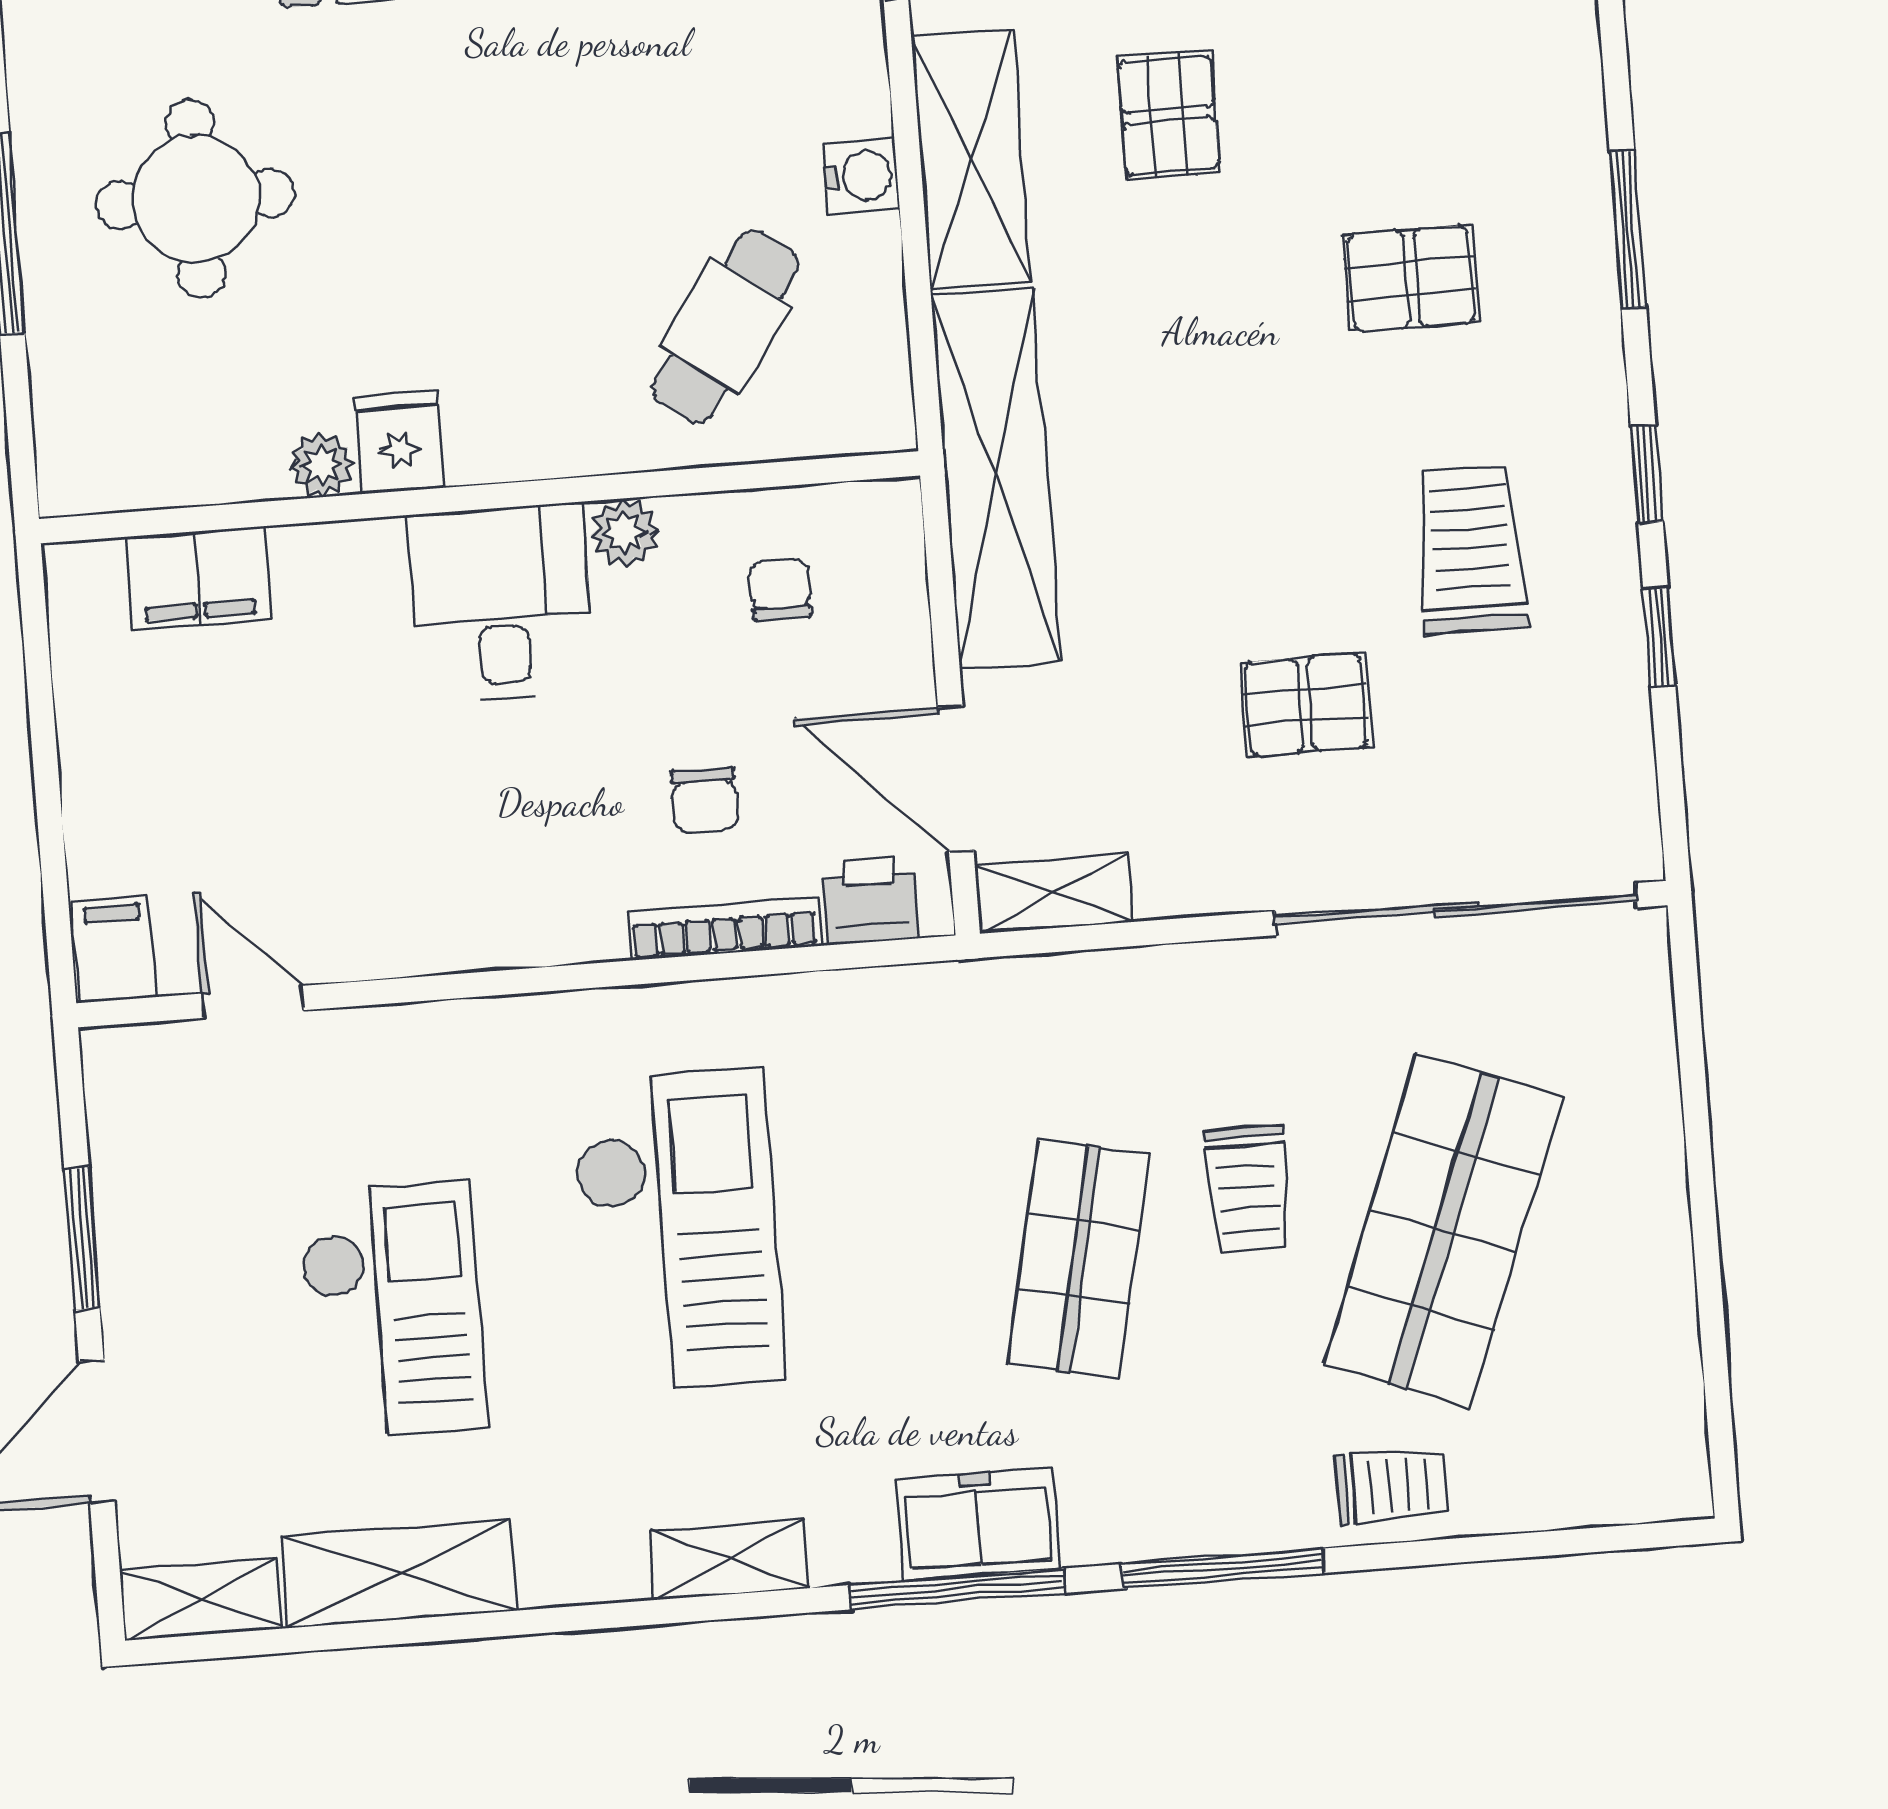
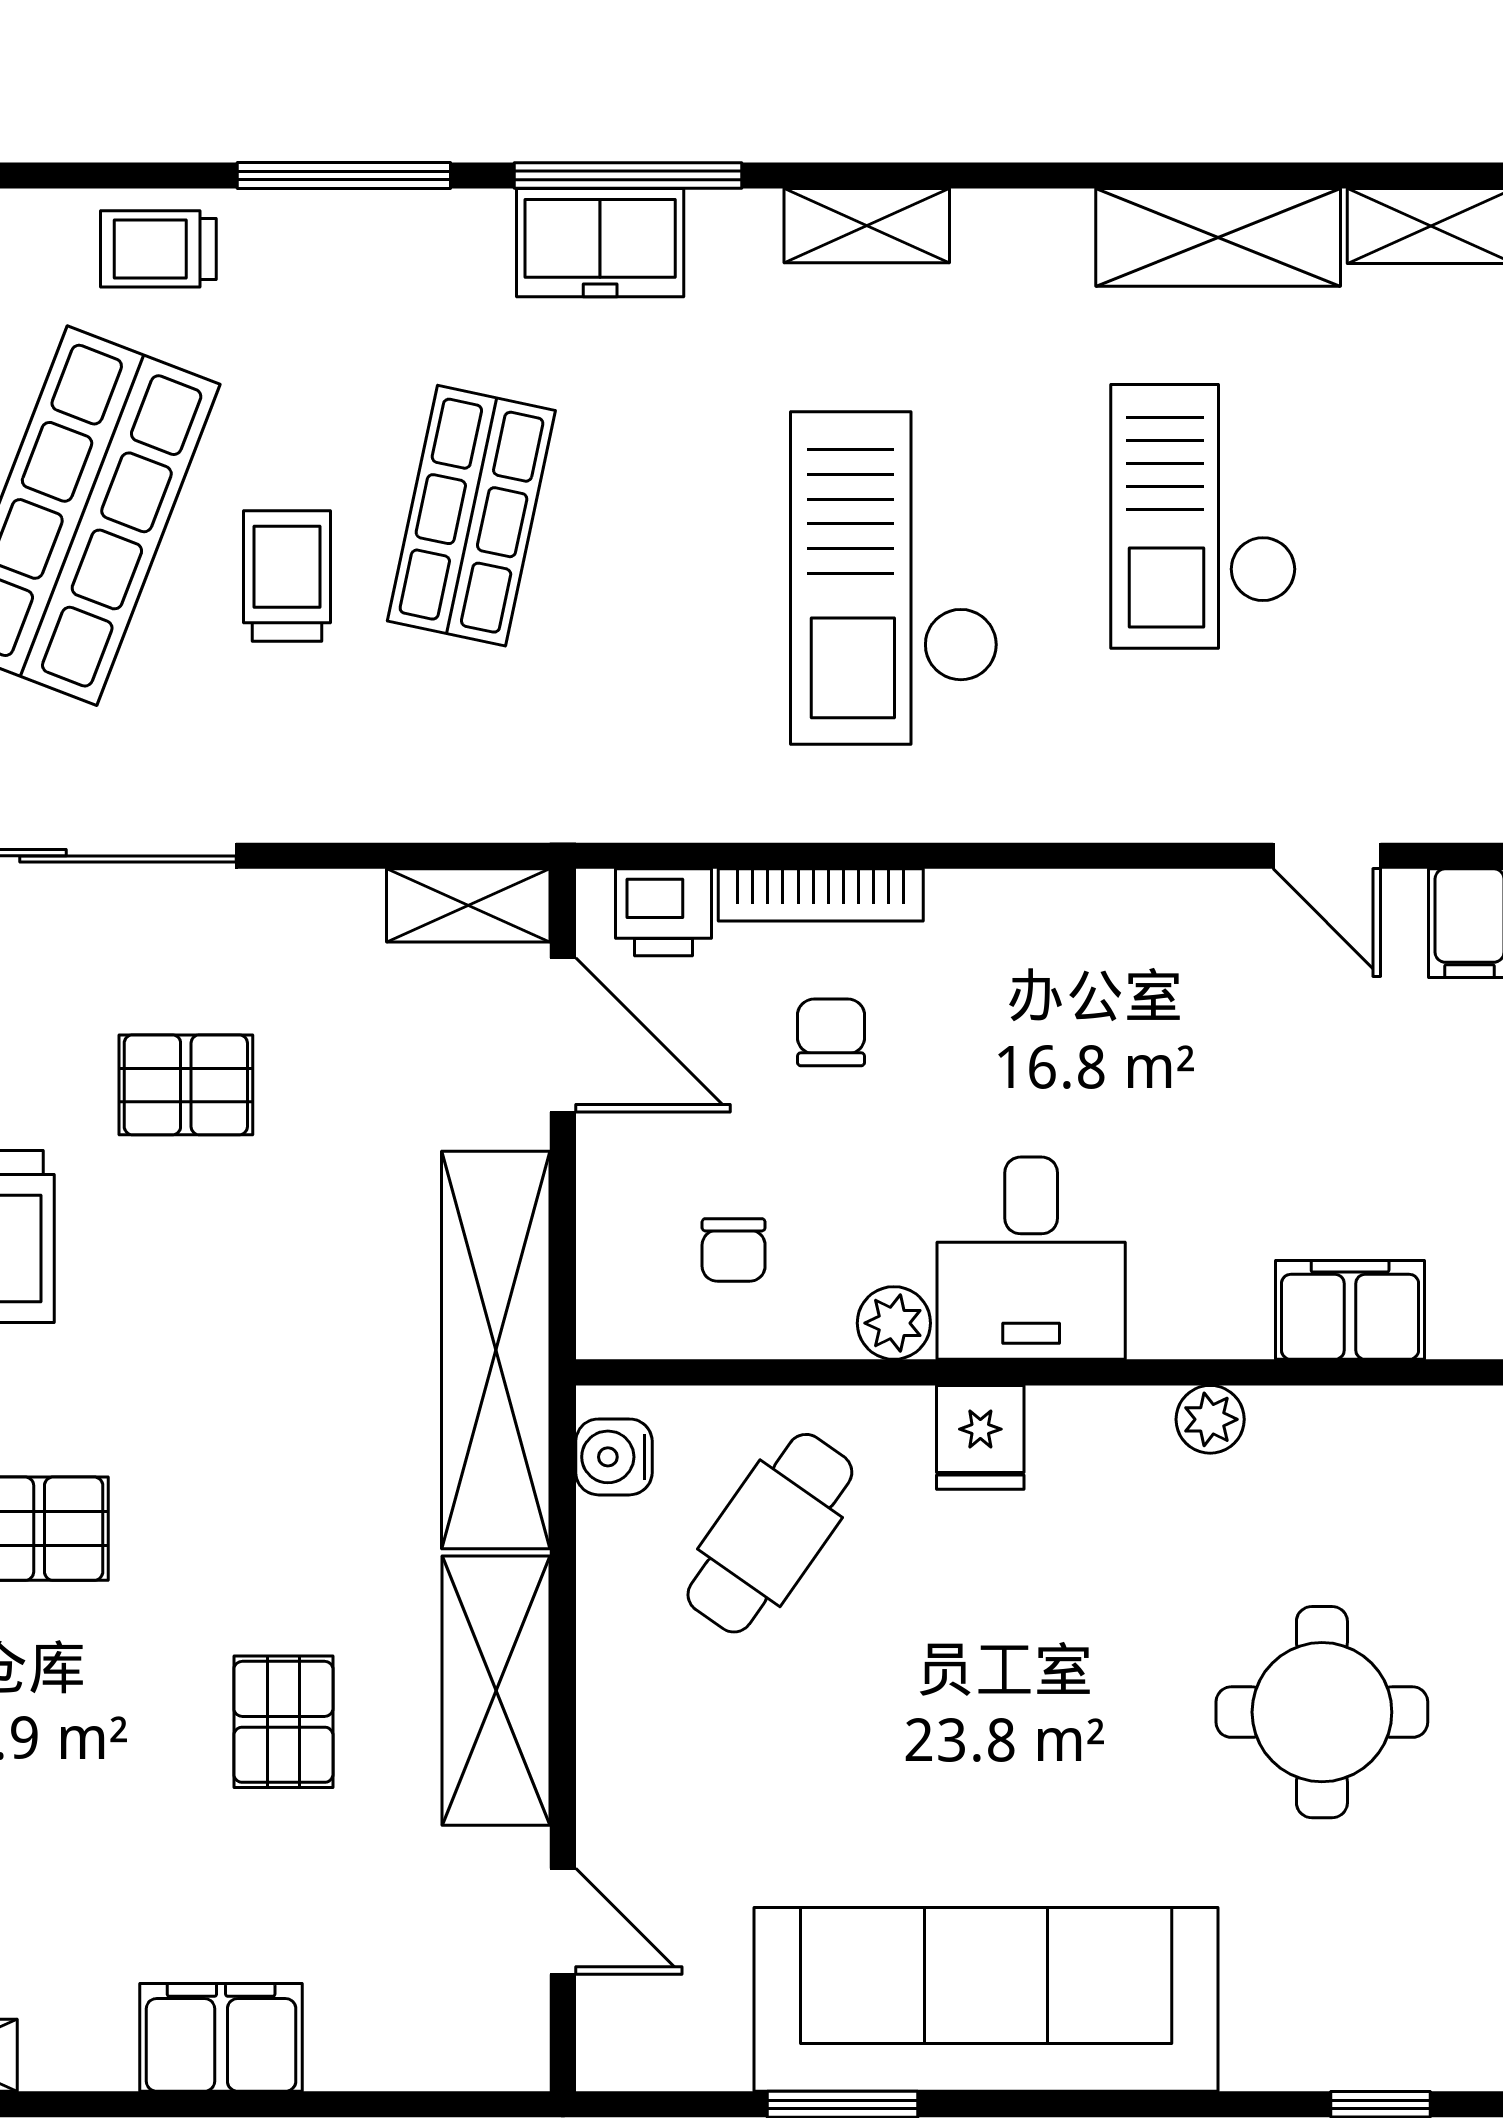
water cooler: (861, 176) -> (614, 1457), moved
fridge: (399, 442) -> (980, 1437), moved

